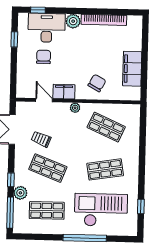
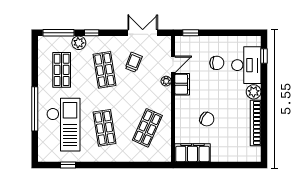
window: (14, 39) -> (191, 33), moved
filing cabinet: (132, 69) -> (192, 153), moved
chair: (97, 83) -> (207, 119), moved
plant: (75, 108) -> (166, 81), moved
shop shelf: (48, 168) -> (104, 70), turned -30

